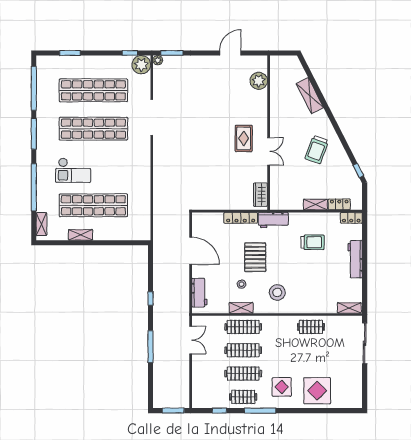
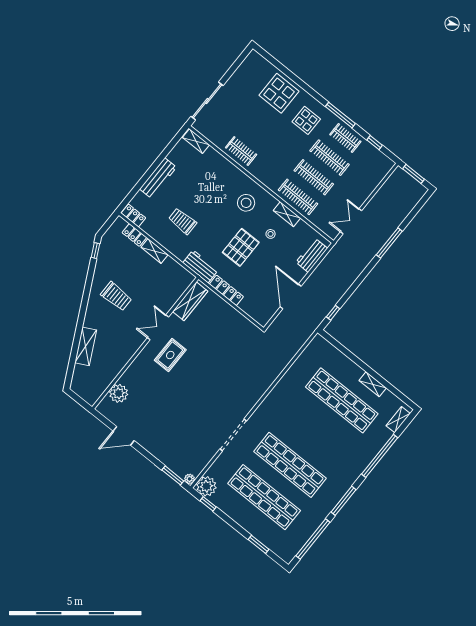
trolley: (317, 149) -> (116, 296), turned 70
checkout: (73, 170) -> (335, 444), removed
wardrobe: (260, 195) -> (190, 301), width x1.50
window: (151, 298) -> (333, 313), moved

